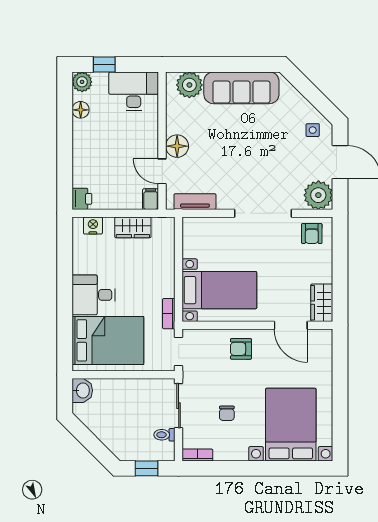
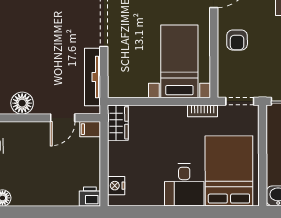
floor lamp: (177, 146) -> (22, 103), moved
tv unit: (195, 202) -> (92, 77), width x1.41
wardrobe: (133, 227) -> (118, 123), moved

